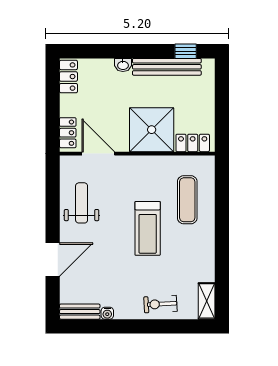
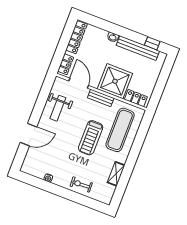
locker: (68, 77) -> (76, 37), width x1.53
exercise mat: (187, 200) -> (120, 130), width x1.36, depth x1.45
weight bench: (82, 203) -> (58, 108), turned 180
shelving: (207, 301) -> (116, 174), moved
bench: (80, 312) -> (101, 98), moved

